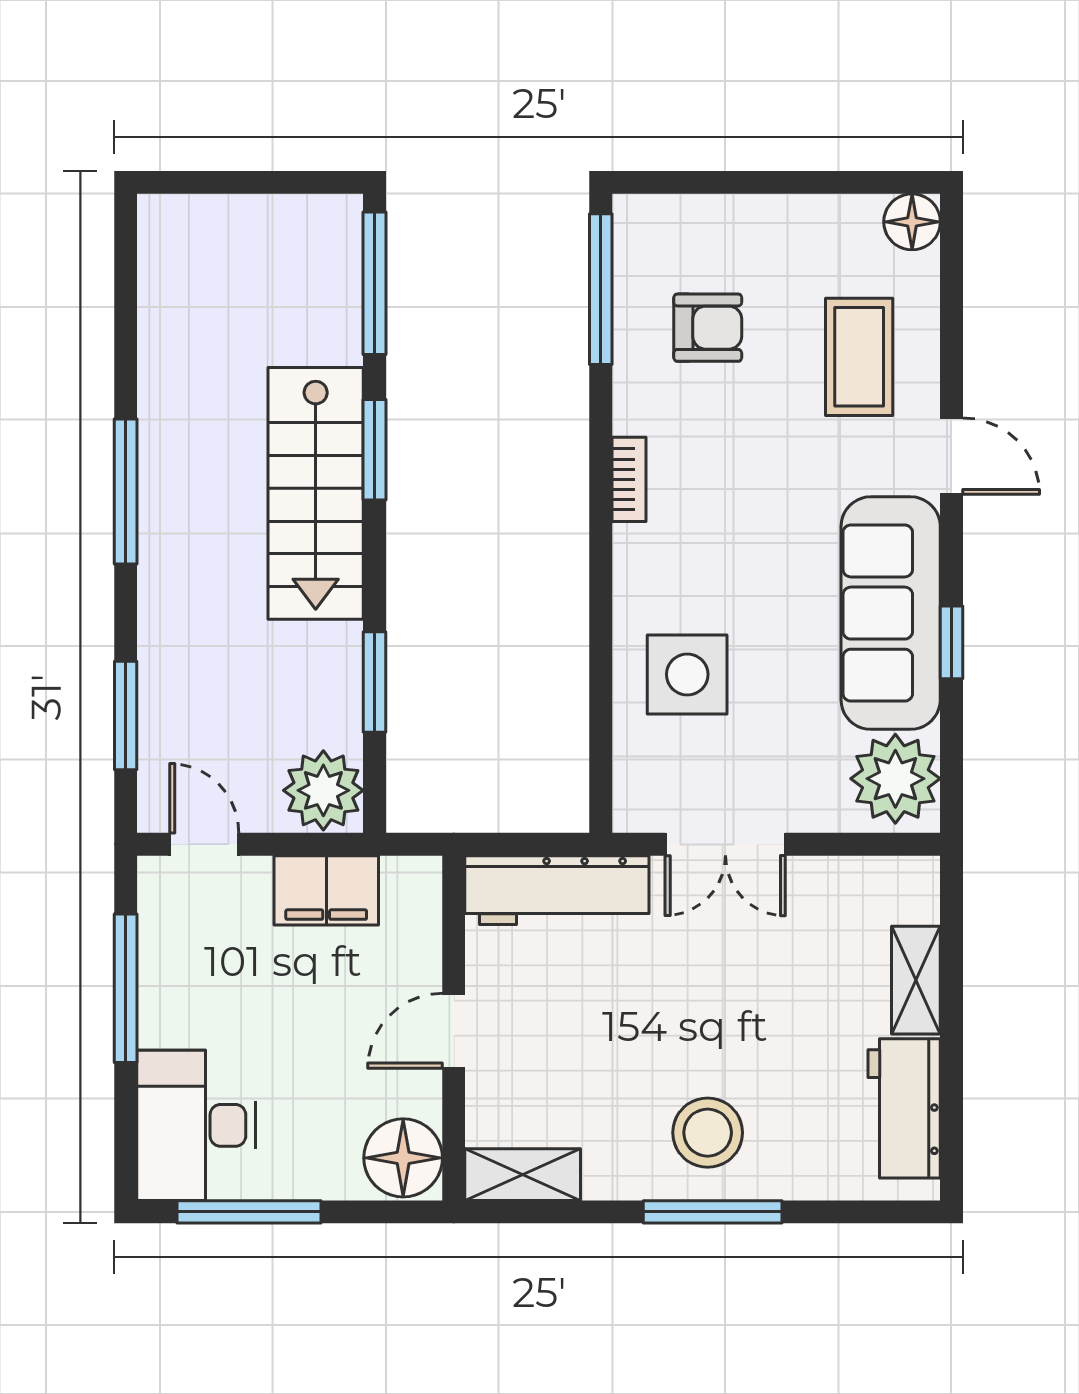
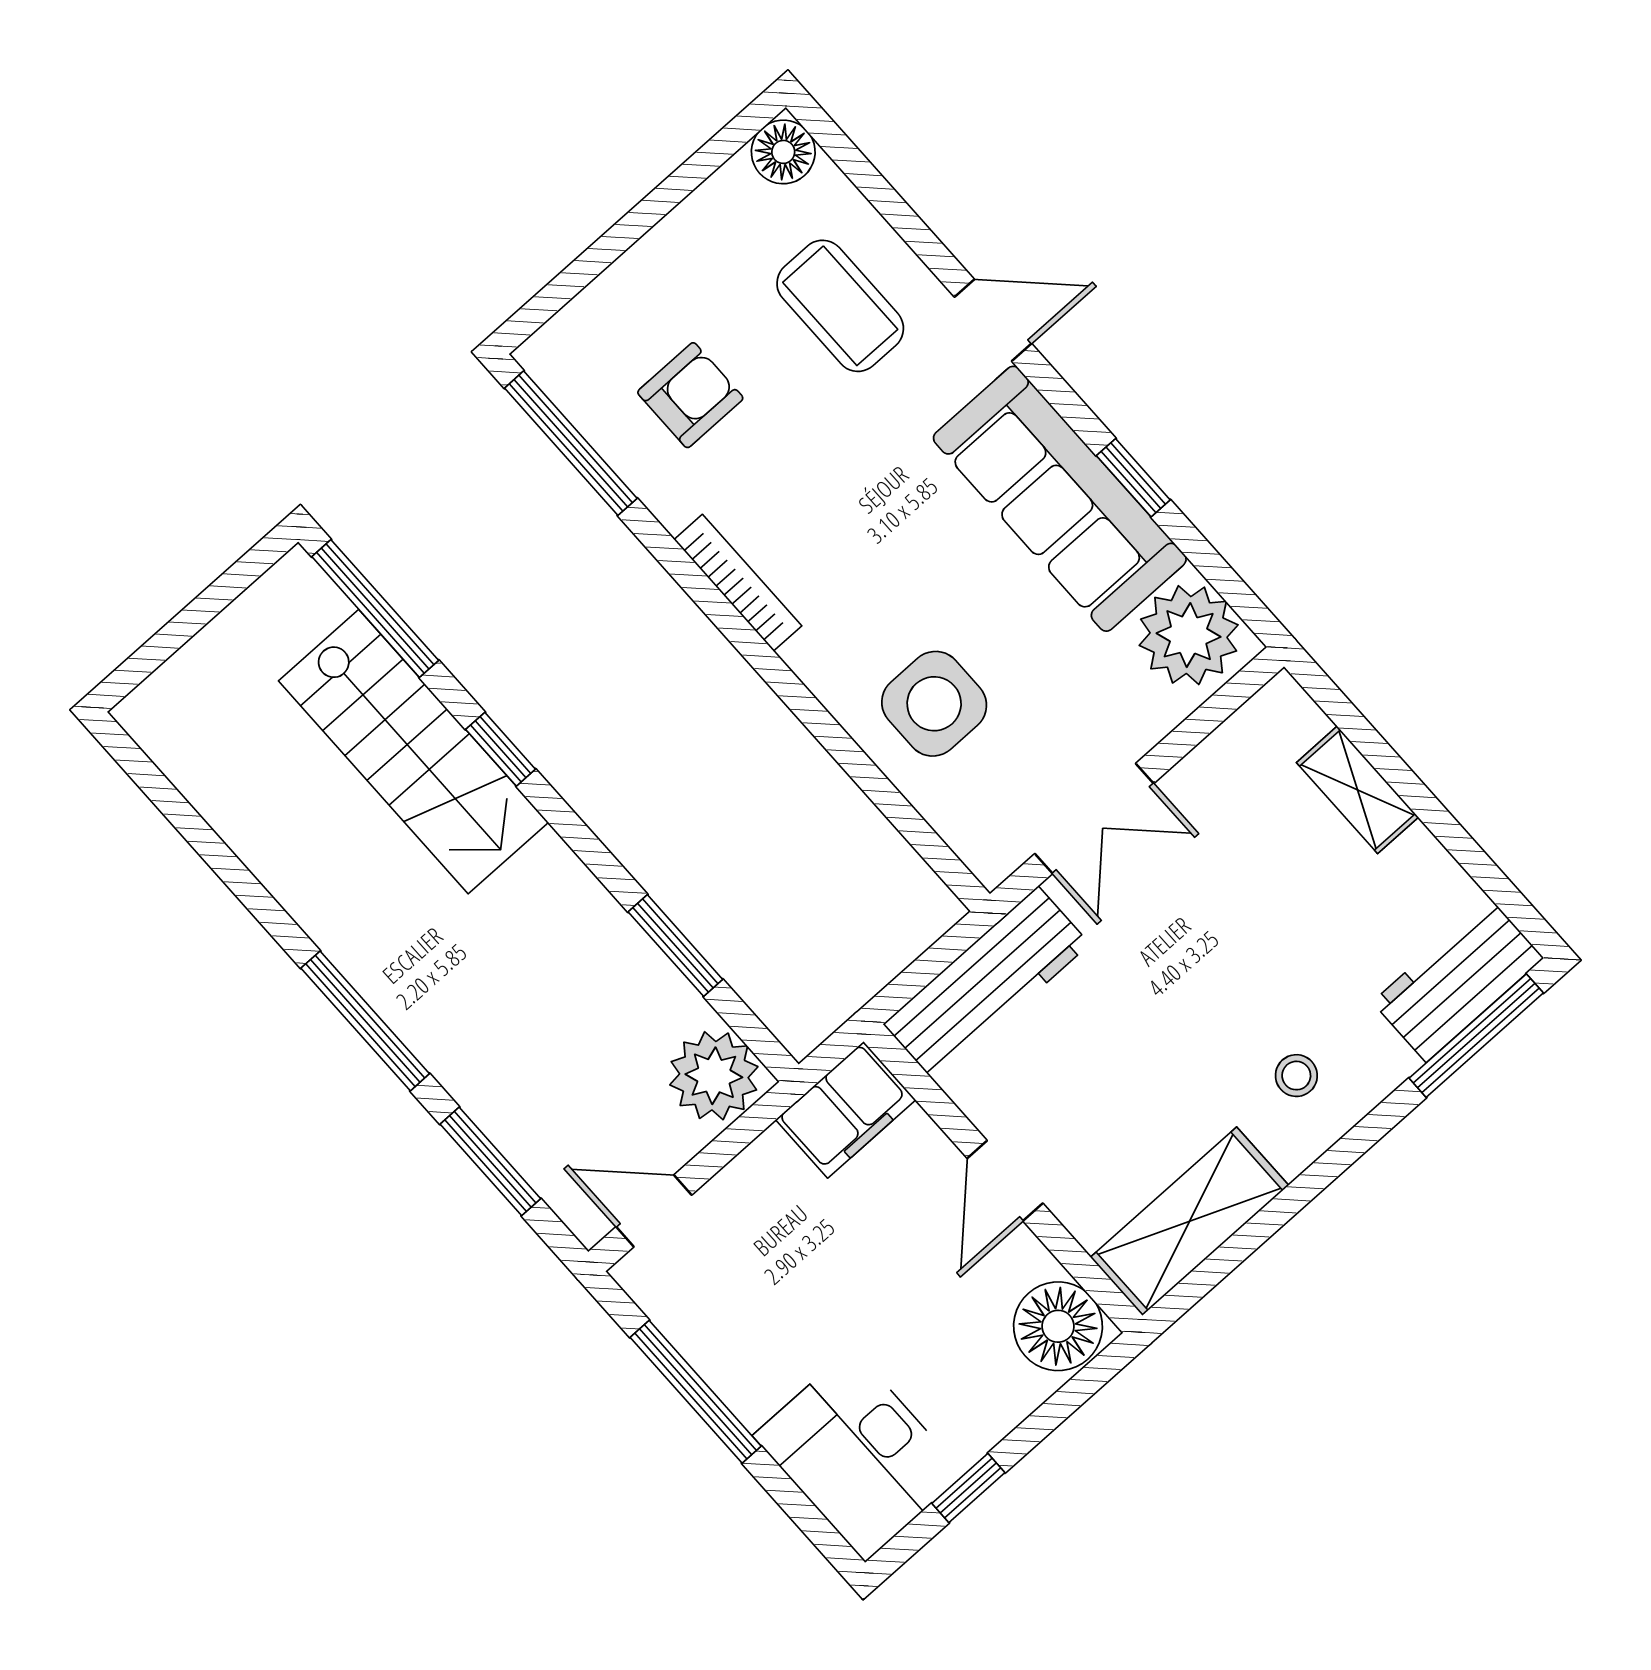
window: (374, 450) -> (501, 749), width x0.67
bookcase: (629, 479) -> (738, 583), width x1.56
window: (126, 491) -> (365, 1021), moved
stairs: (316, 493) -> (413, 752), moved
filing cabinet: (326, 890) -> (846, 1110), moved
workbench: (904, 1108) -> (1458, 980), moved, turned 90
stool: (708, 1133) -> (1296, 1076), width x0.53, depth x0.53
shelving: (523, 1175) -> (1190, 1221), width x1.50, depth x1.33
window: (249, 1212) -> (968, 1488), width x0.46
window: (713, 1212) -> (1476, 1036), moved

